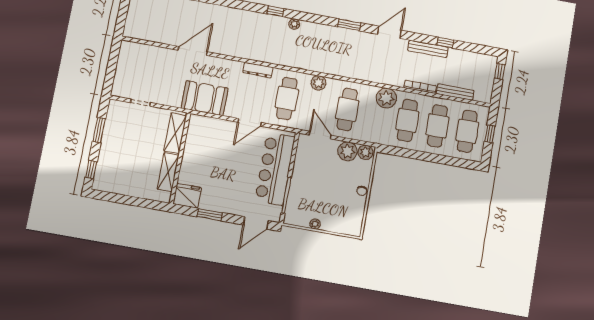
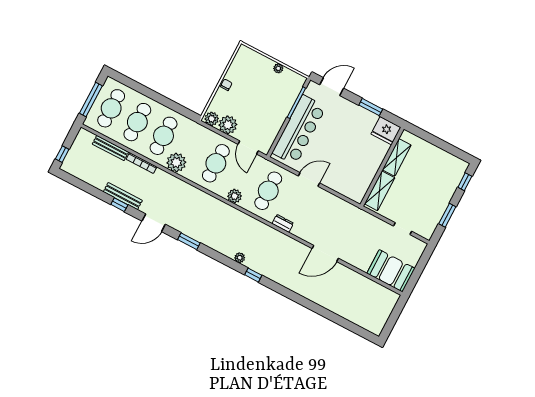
window: (445, 43) -> (119, 205), moved
door: (193, 51) -> (325, 253), moved
dresser: (258, 70) -> (283, 223), width x0.70
booth: (205, 98) -> (391, 271), moved
window: (490, 134) -> (91, 99), width x2.17

